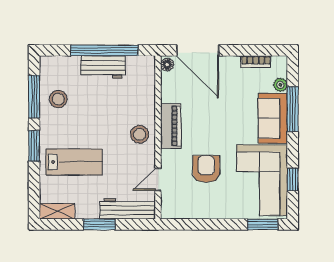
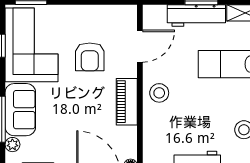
door: (158, 179) -> (140, 46), width x1.38
workbench: (128, 209) -> (196, 15), moved

